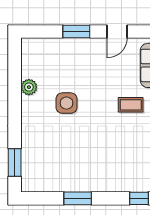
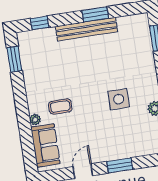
bench: (90, 184) -> (86, 29), added

